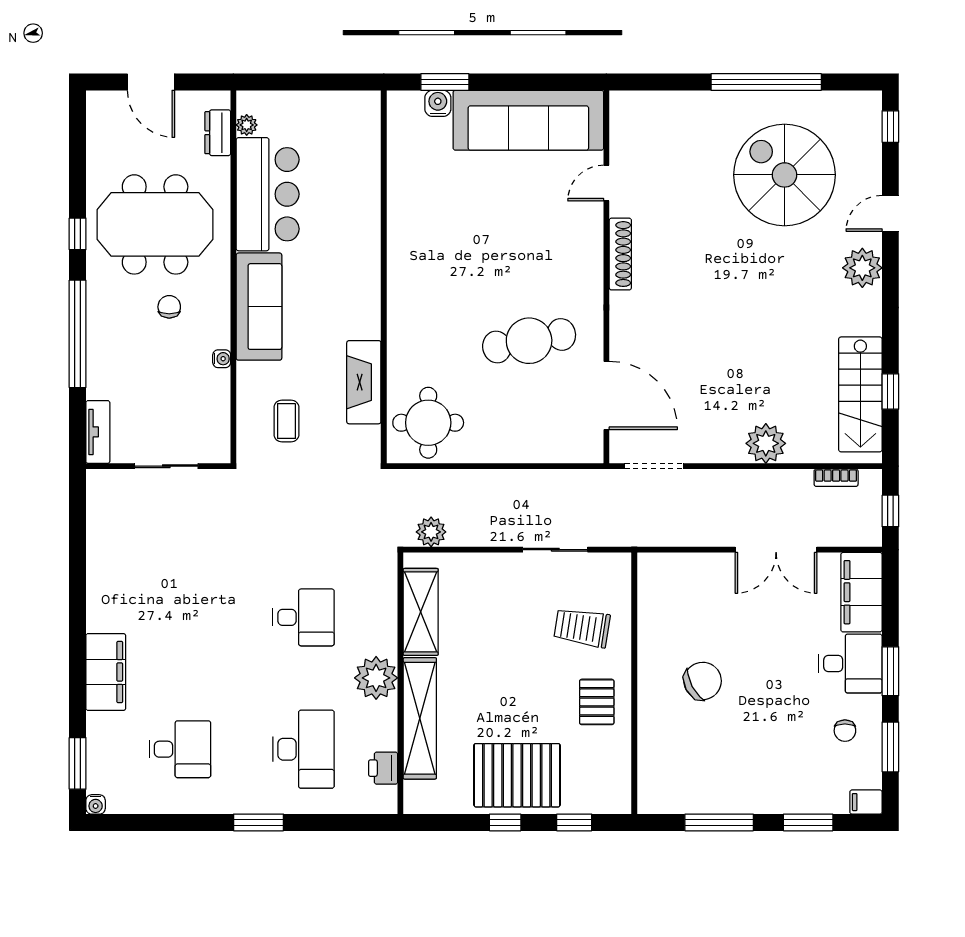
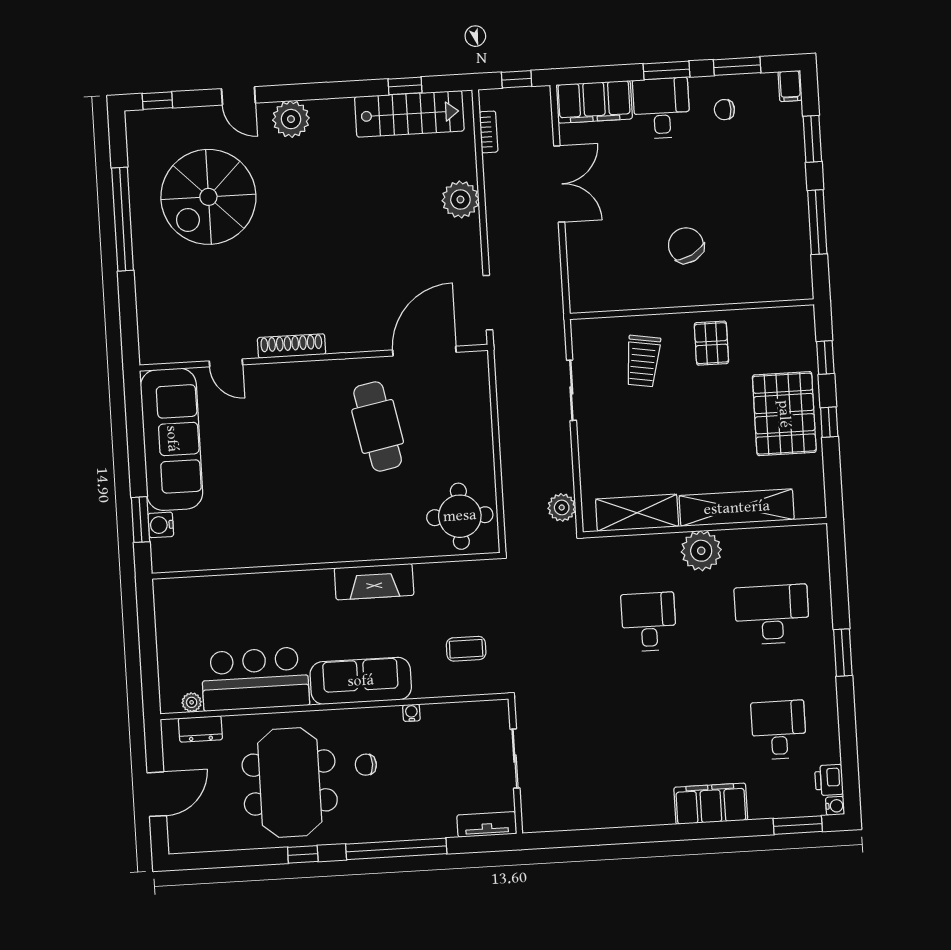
fireplace: (364, 382) -> (374, 582), moved
pallet: (597, 702) -> (711, 343), turned 90
chair: (845, 731) -> (724, 110), turned 180
printer: (383, 768) -> (829, 780), moved, turned 90

